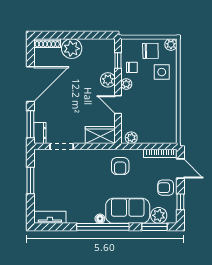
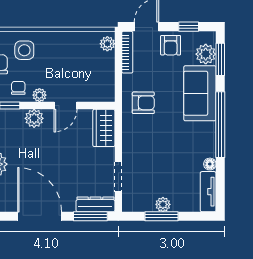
dresser: (40, 133) -> (95, 204), width x1.44
plant: (131, 138) -> (107, 44), moved
plant: (40, 182) -> (163, 204), added
floor lamp: (100, 219) -> (210, 164), moved

